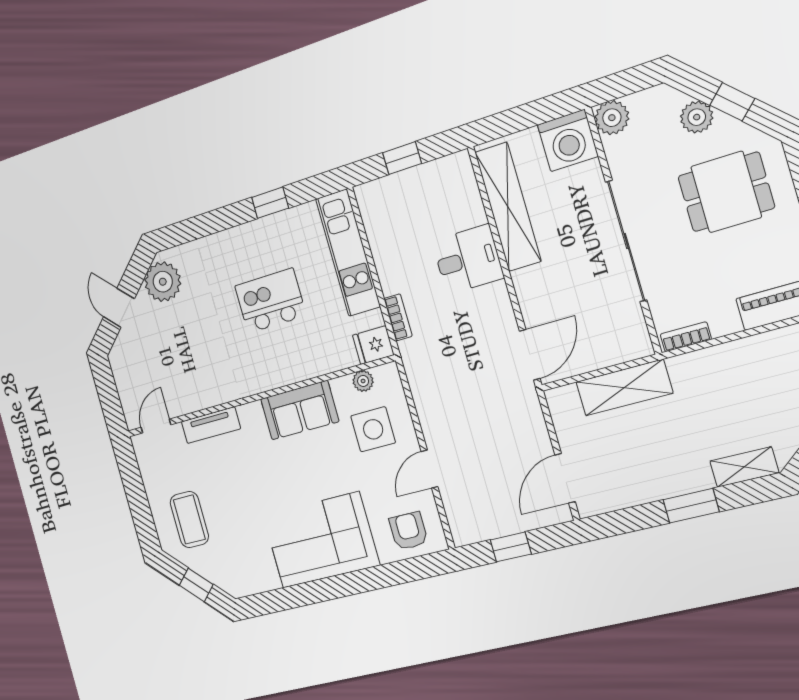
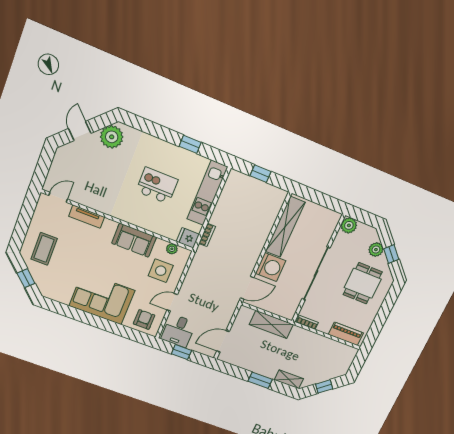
washing machine: (568, 141) -> (271, 267), moved, turned -90
dining table: (726, 192) -> (363, 283), turned 90
desk: (468, 259) -> (179, 331), moved, turned 90

